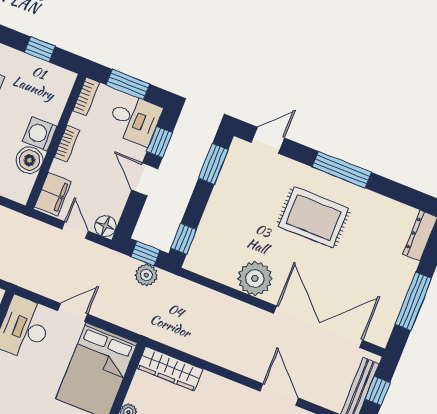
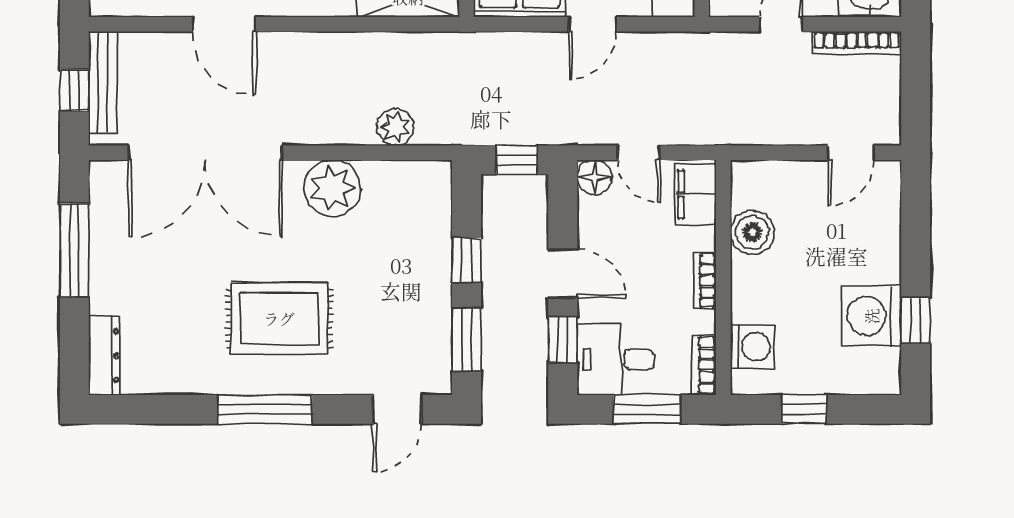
washing machine: (40, 134) -> (753, 347), moved
window: (184, 239) -> (466, 260), moved
plant: (146, 275) -> (395, 127), moved

